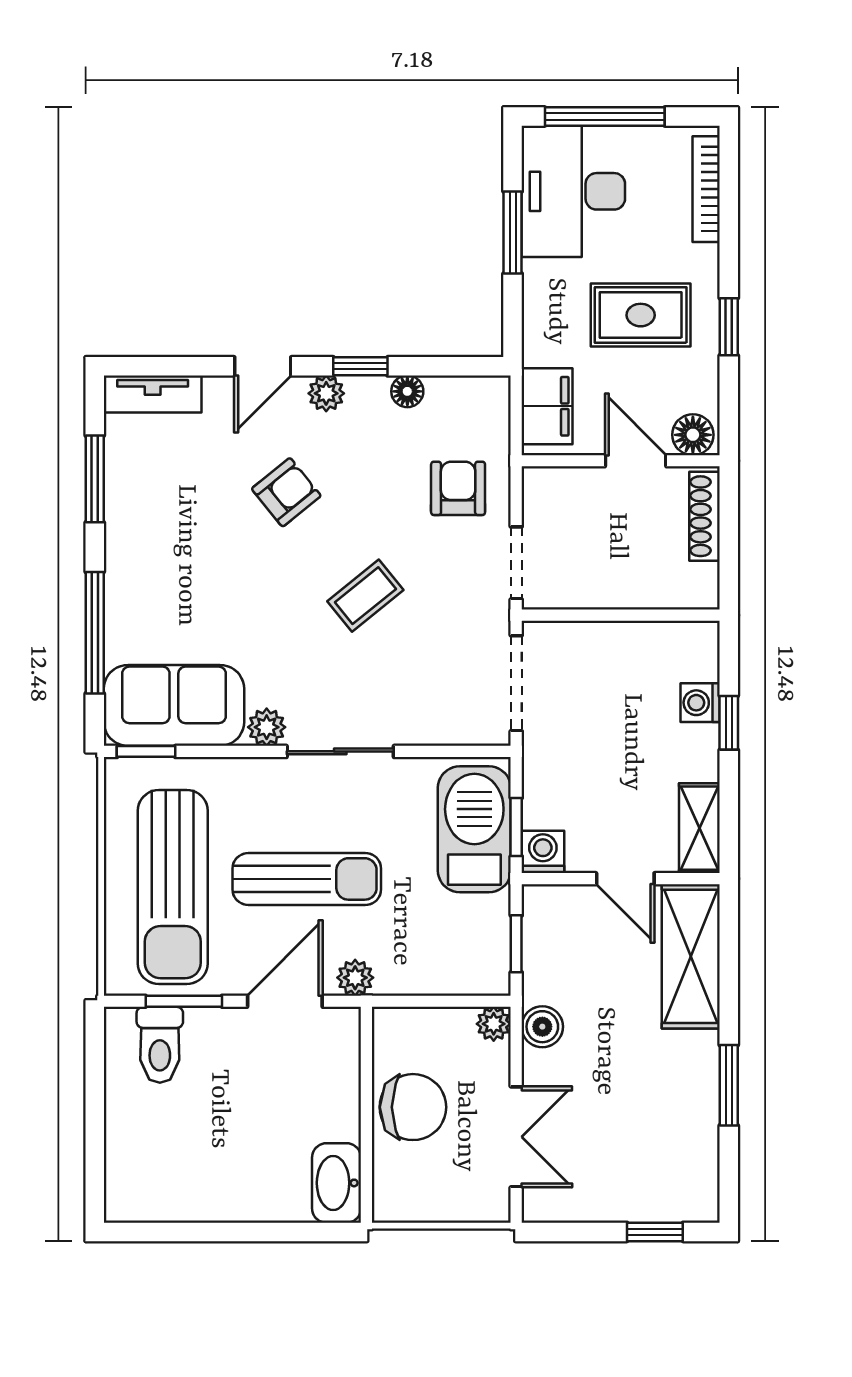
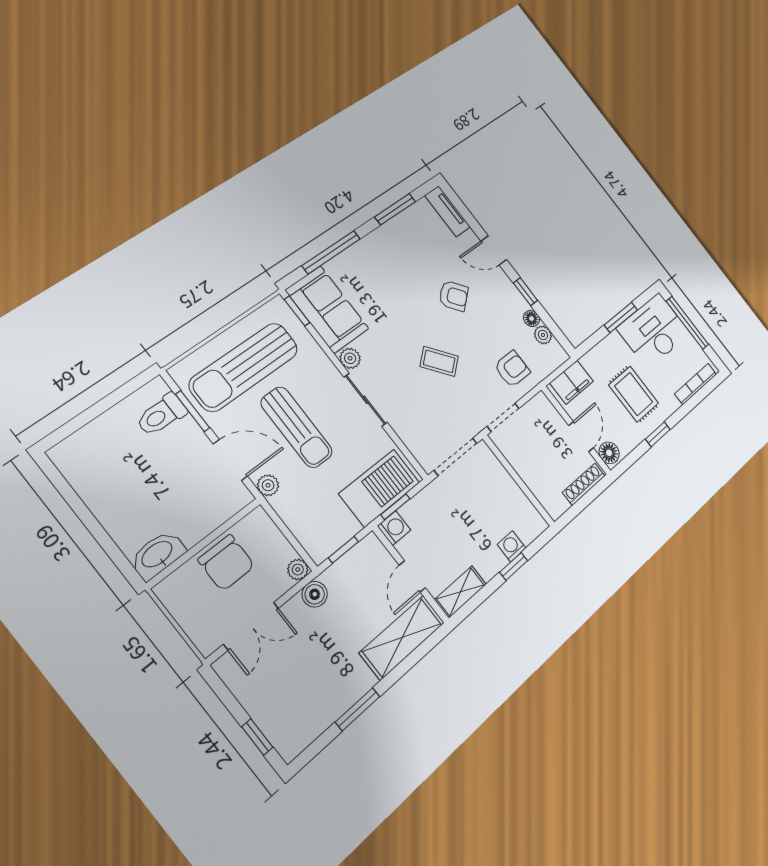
plant: (326, 393) -> (543, 335), moved

